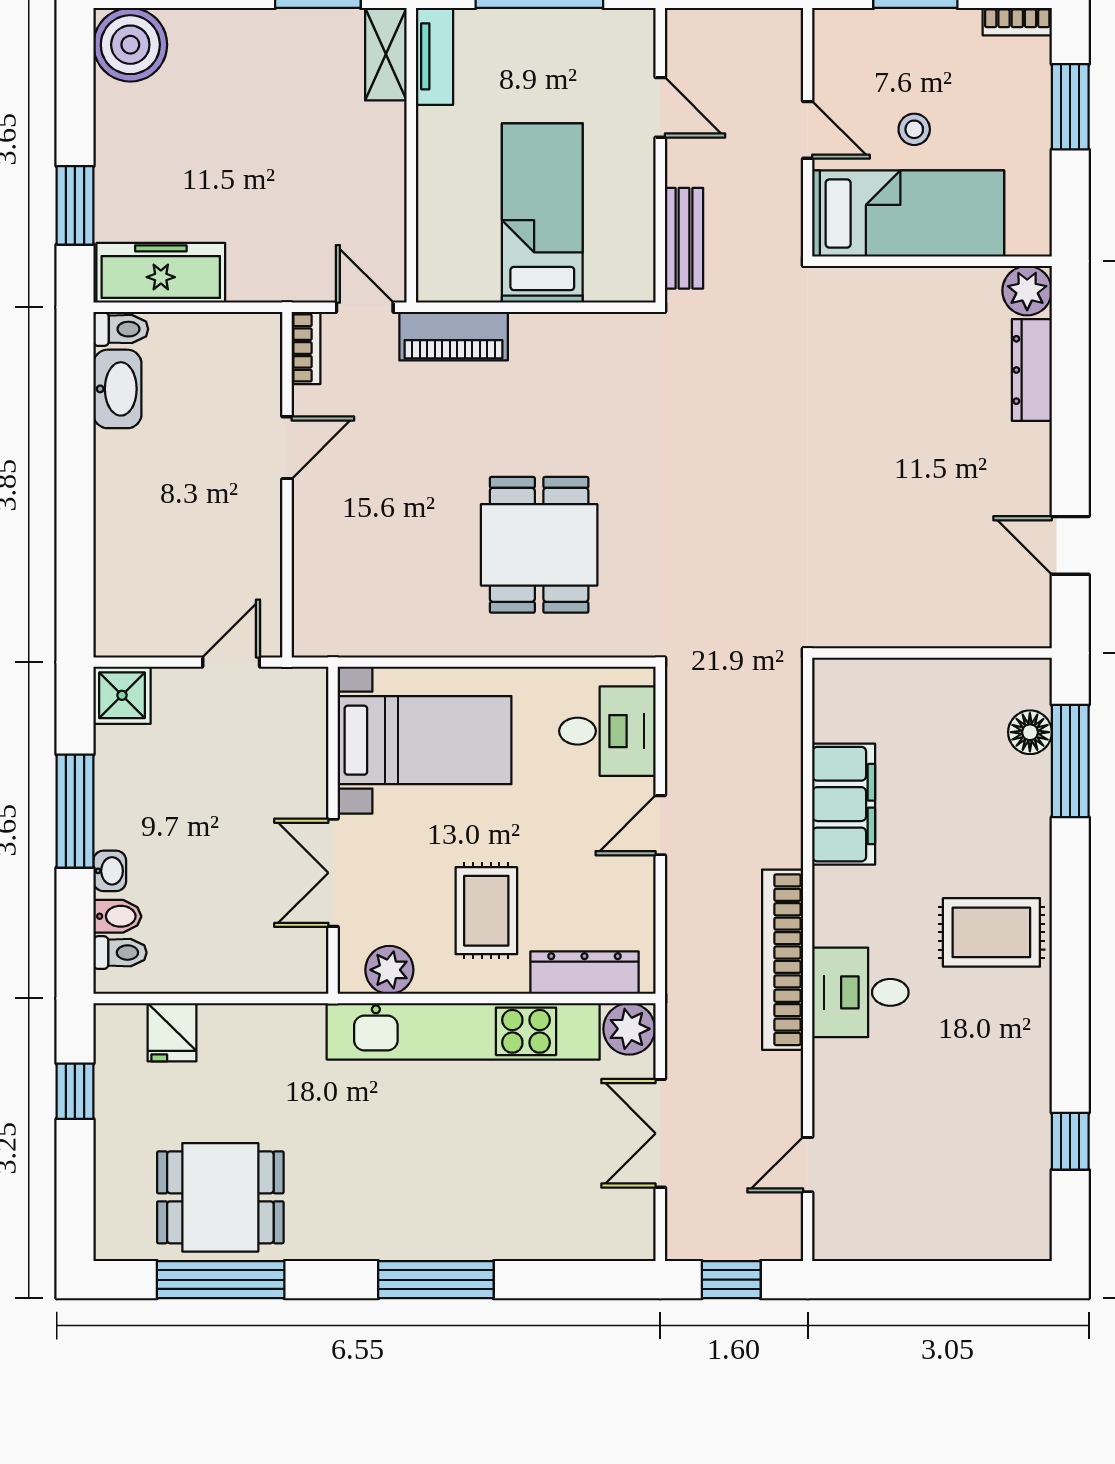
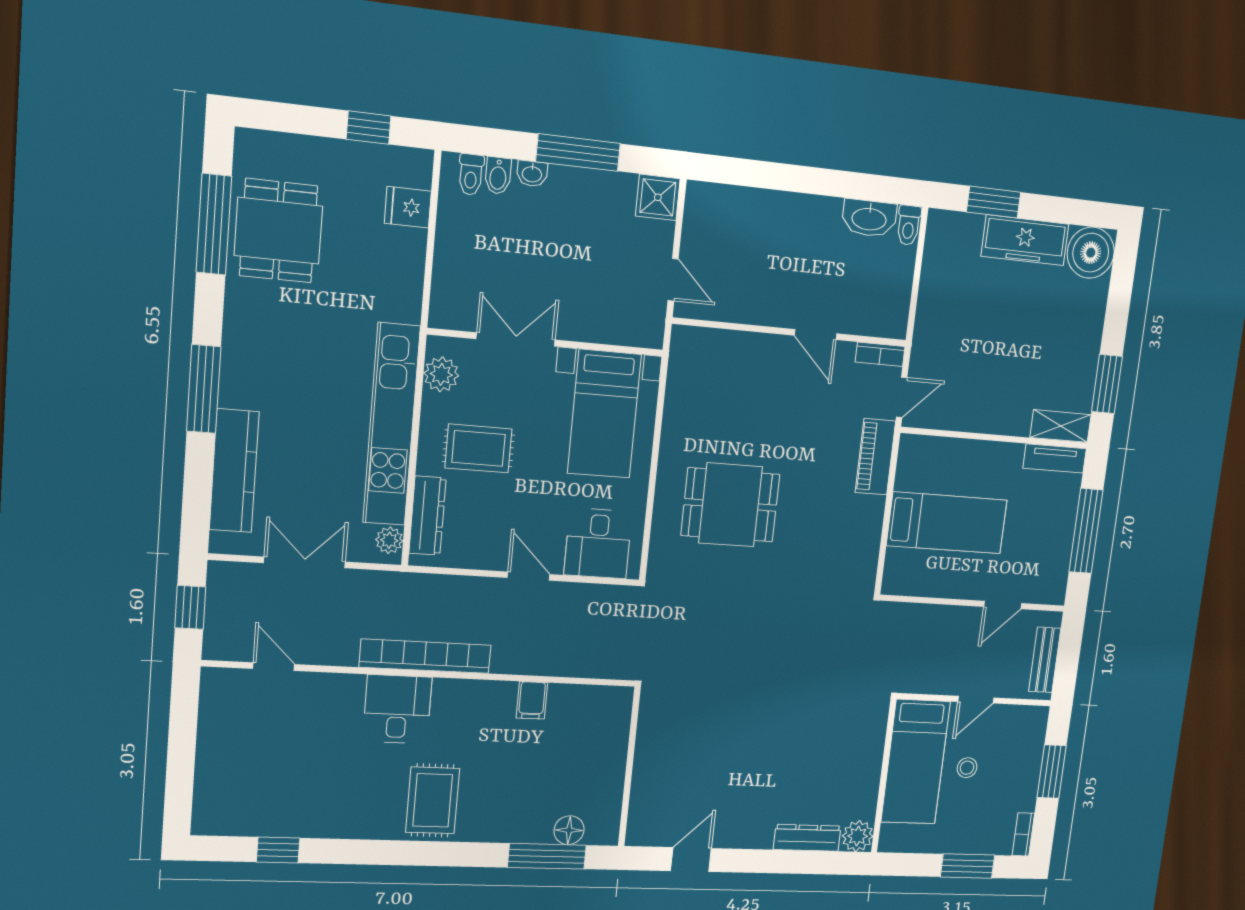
bench: (684, 238) -> (1045, 660), moved, turned 90
freezer: (161, 273) -> (1025, 240), moved, turned 90
filing cabinet: (844, 804) -> (532, 700), width x0.33, depth x0.86
plant: (629, 1029) -> (389, 540), width x0.73, depth x0.73
kitchen counter: (542, 1234) -> (234, 471), added

